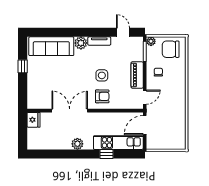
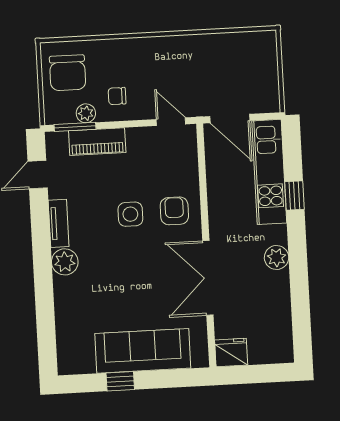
plant: (151, 41) -> (86, 113), moved
sofa: (51, 46) -> (143, 351), moved, turned -90
piano: (137, 75) -> (97, 142), moved

